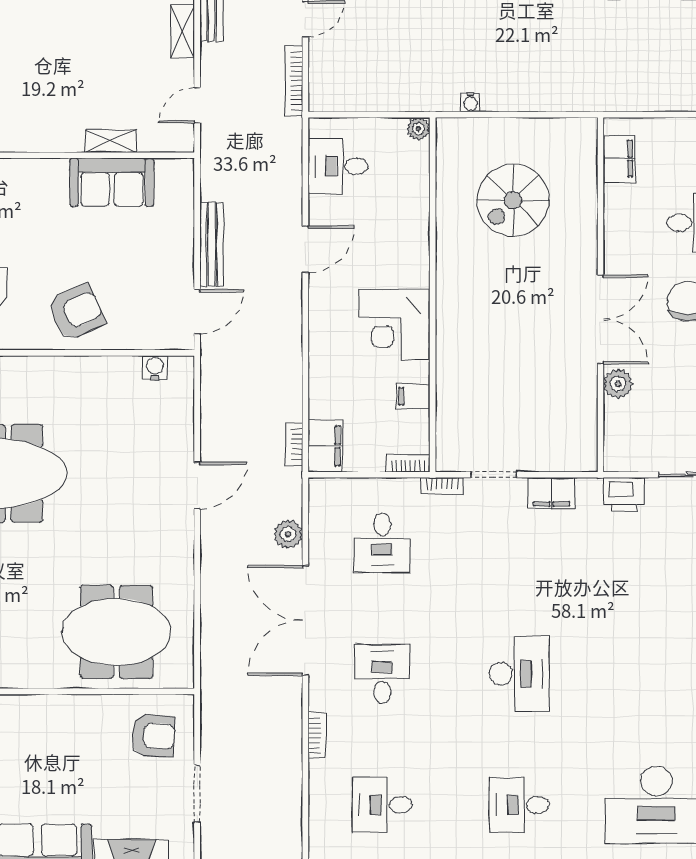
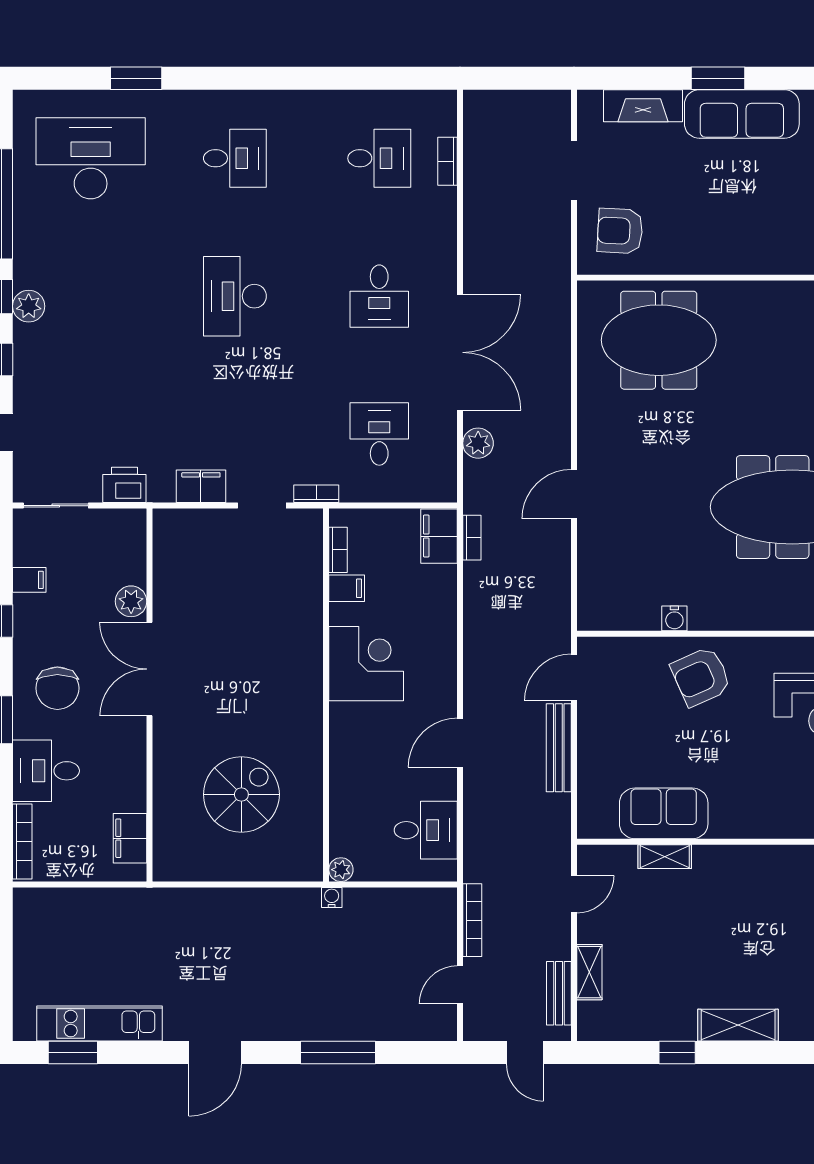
water cooler: (471, 102) -> (332, 897), moved
water cooler: (155, 368) -> (674, 618), moved
bookcase: (408, 463) -> (338, 550), moved, turned -90
bookcase: (317, 735) -> (448, 161), moved

